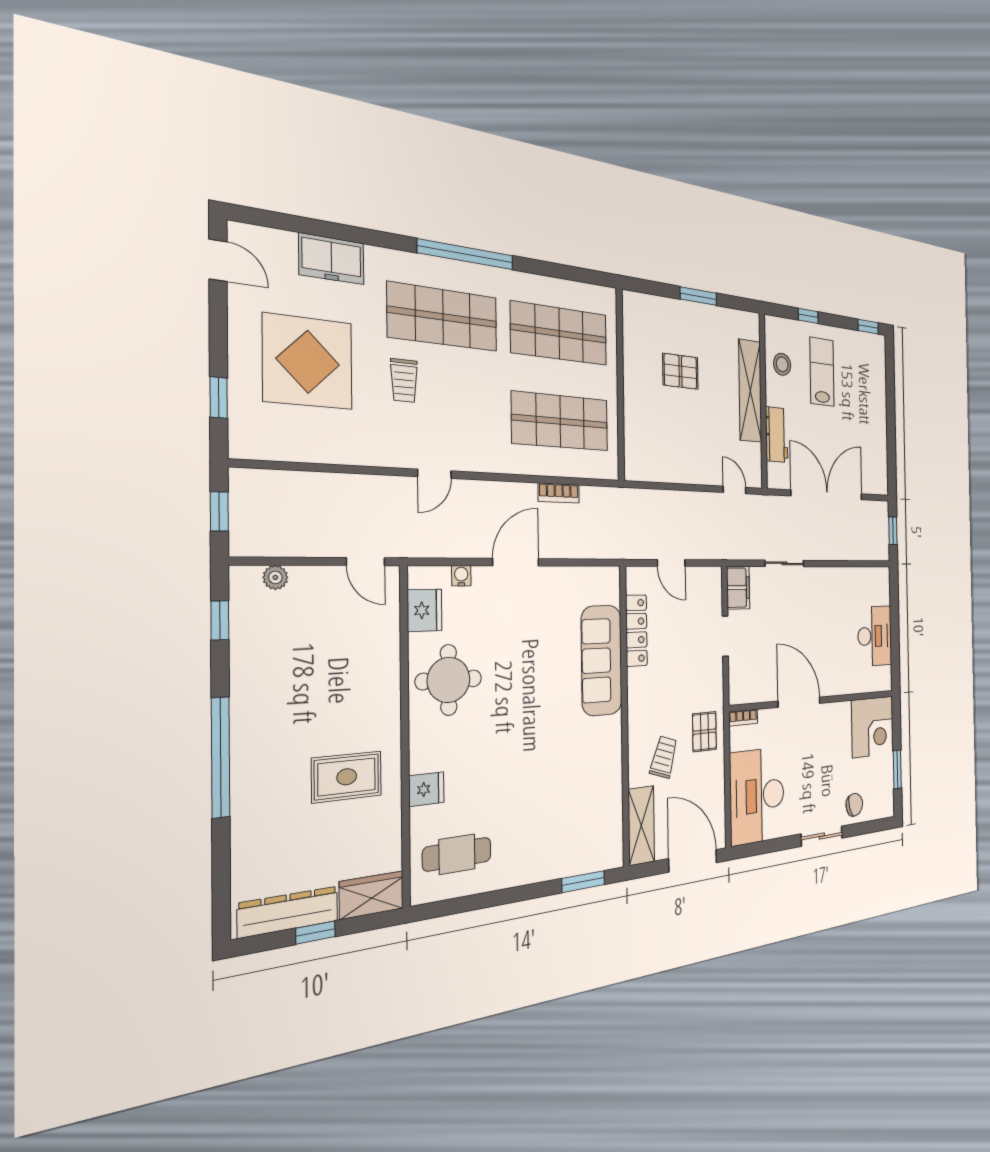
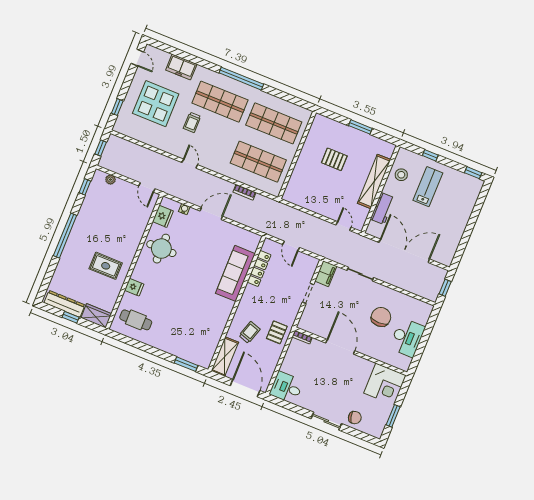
door: (435, 474) -> (190, 164), swing flipped
chair: (834, 621) -> (381, 317), added
desk: (757, 796) -> (286, 388), width x0.53, depth x0.77

